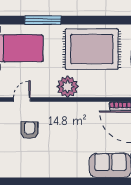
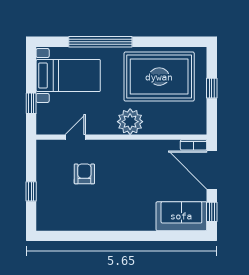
window: (43, 20) -> (100, 42), width x1.46

